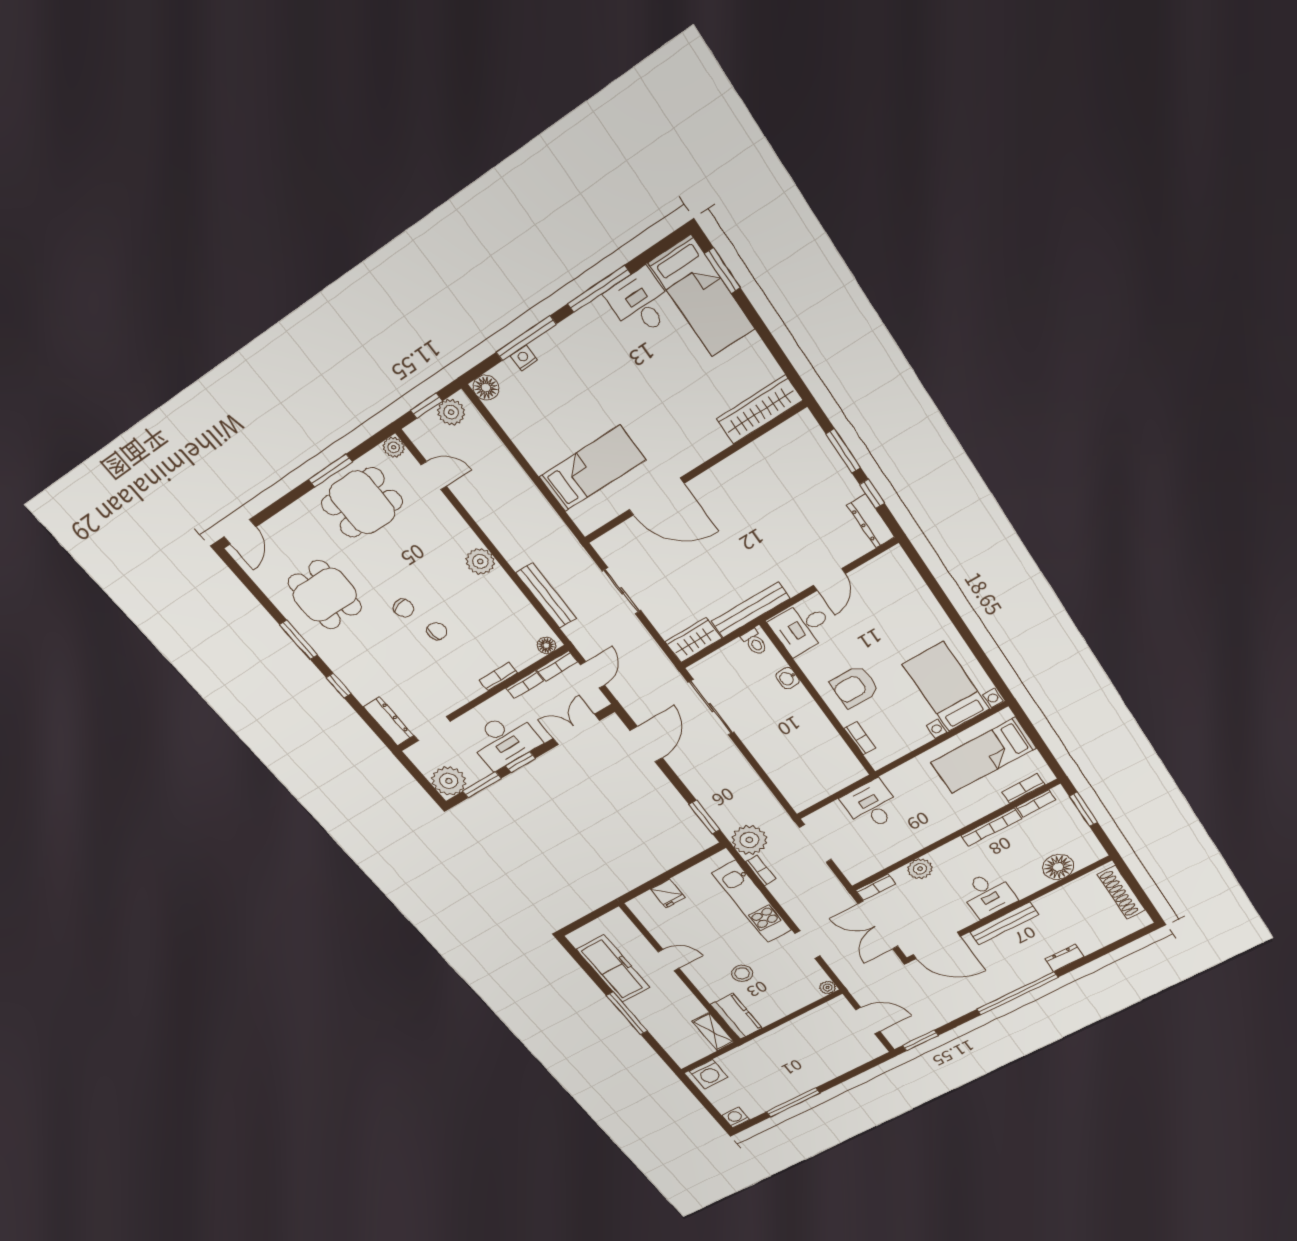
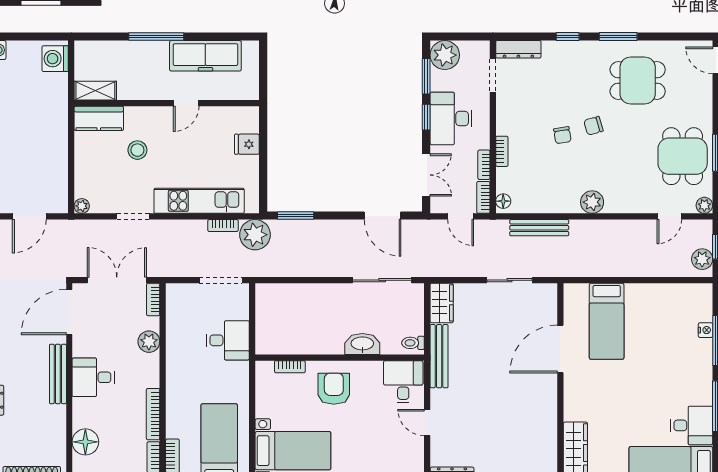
floor lamp: (486, 388) -> (703, 293), removed
washbasin: (788, 678) -> (362, 344), width x1.91, depth x1.45

